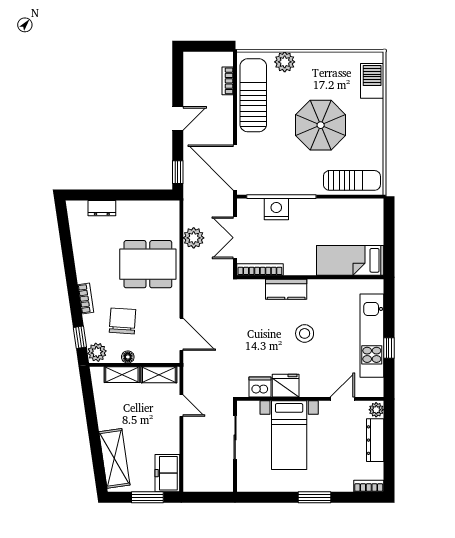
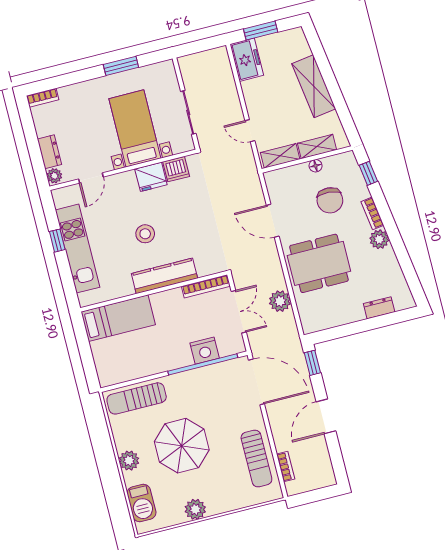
plant: (285, 62) -> (195, 509), moved
sun lounger: (253, 95) -> (256, 458), width x0.73, depth x0.75
door: (178, 118) -> (326, 416), width x1.38
plant: (374, 124) -> (129, 461), added
kitchen counter: (286, 289) -> (164, 276), width x1.50
door: (181, 334) -> (273, 221), moved
plant: (97, 352) -> (379, 239), moved
dresser: (375, 440) -> (49, 152), width x0.70
shelving: (114, 458) -> (314, 86), moved
window: (315, 497) -> (121, 66), moved

